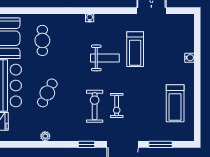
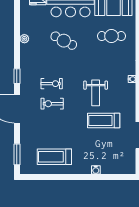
exercise bike: (95, 106) -> (52, 84), width x0.73, depth x0.72
window: (161, 144) -> (17, 154), moved

